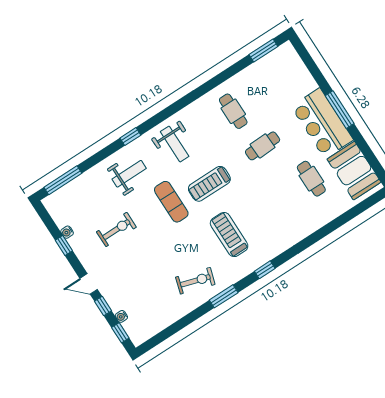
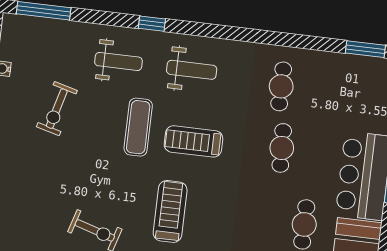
weight bench: (175, 144) -> (192, 70), turned -90
cafe table: (263, 146) -> (282, 148), turned 90
exercise bike: (116, 230) -> (57, 109), turned 105

